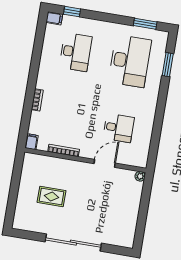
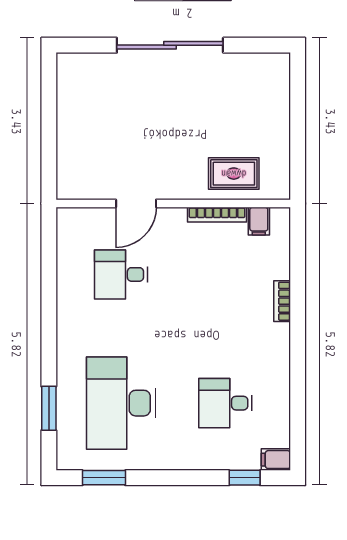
desk: (76, 52) -> (225, 403), width x0.73
filing cabinet: (31, 142) -> (259, 221), moved
plant: (140, 176) -> (65, 190), removed
rug: (52, 196) -> (234, 174), moved

